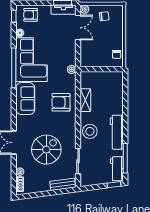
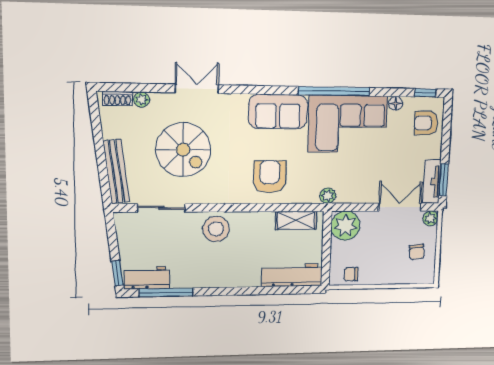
armchair: (30, 15) -> (426, 123), turned -90
double door: (78, 28) -> (400, 207), swing flipped
plant: (89, 59) -> (346, 226), added
shelving: (85, 100) -> (296, 220), moved
workbench: (117, 132) -> (292, 275), moved
bench: (63, 184) -> (116, 171), width x1.36

